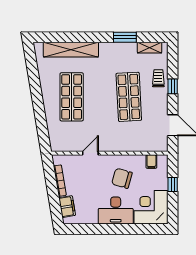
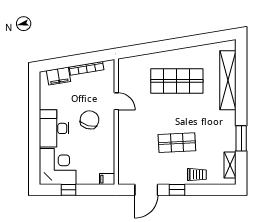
window: (173, 86) -> (177, 190), moved
shop shelf: (129, 97) -> (177, 143), width x0.70, depth x0.74
filing cabinet: (151, 161) -> (107, 179), moved
chair: (122, 178) -> (89, 120), moved
window: (173, 185) -> (69, 190), moved

